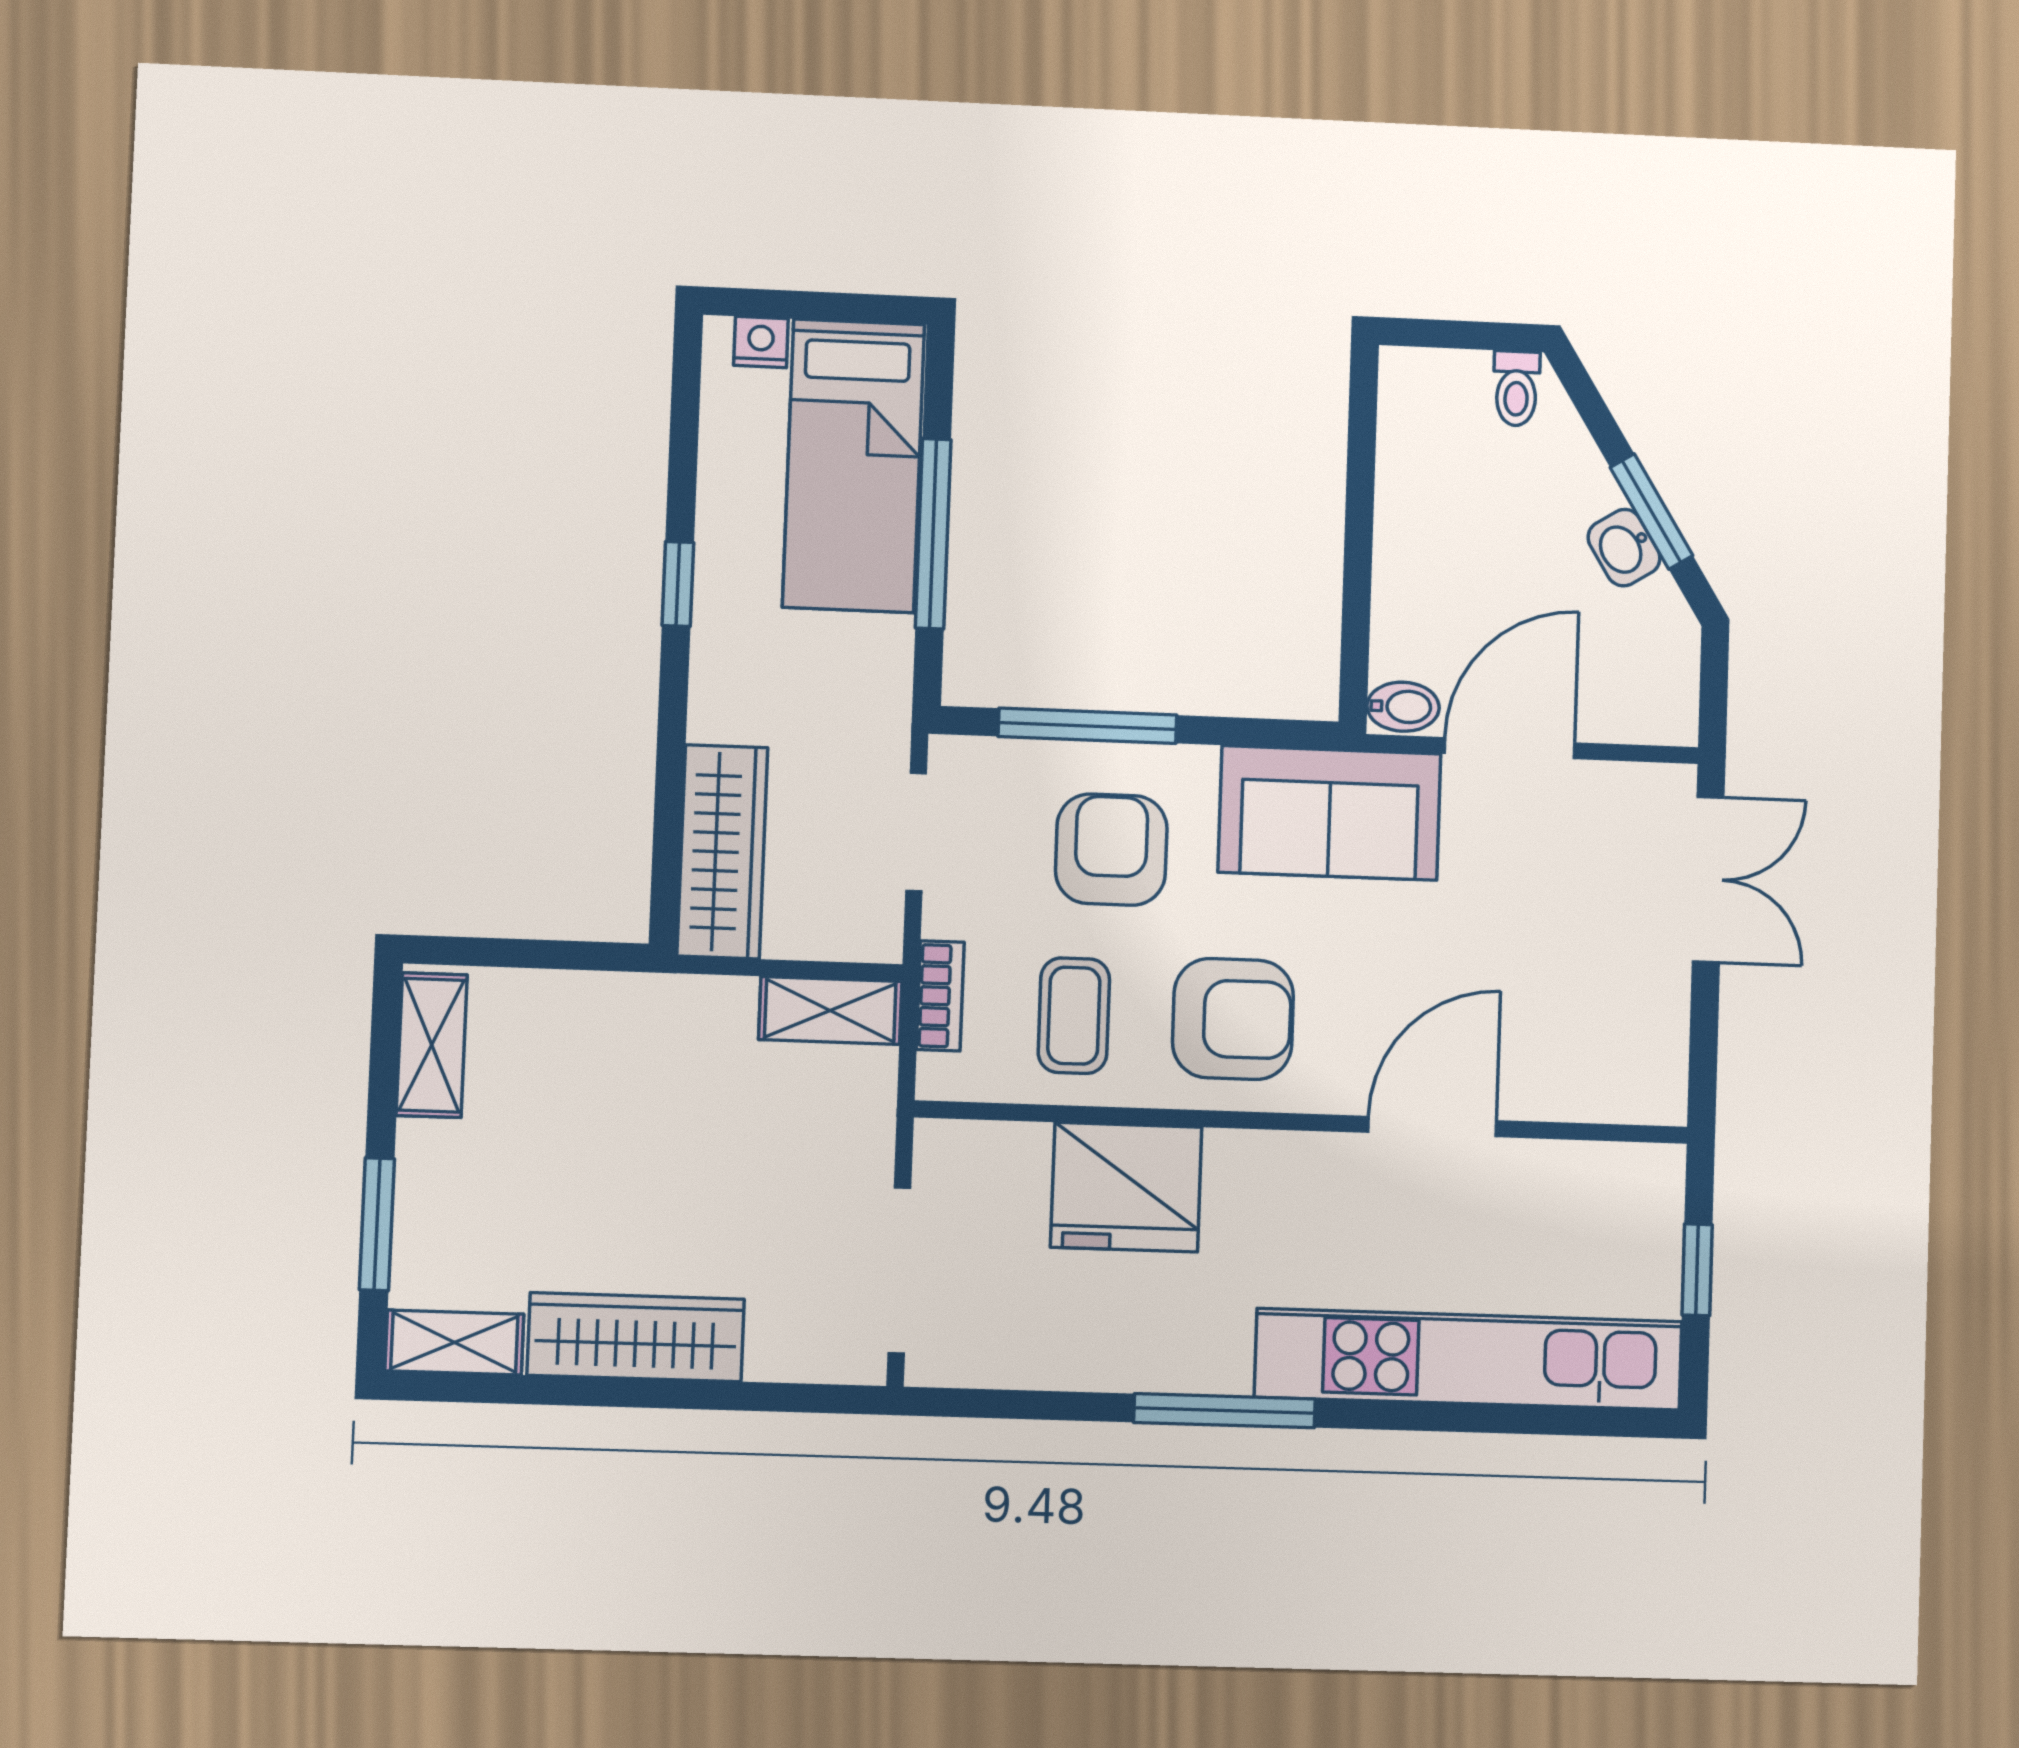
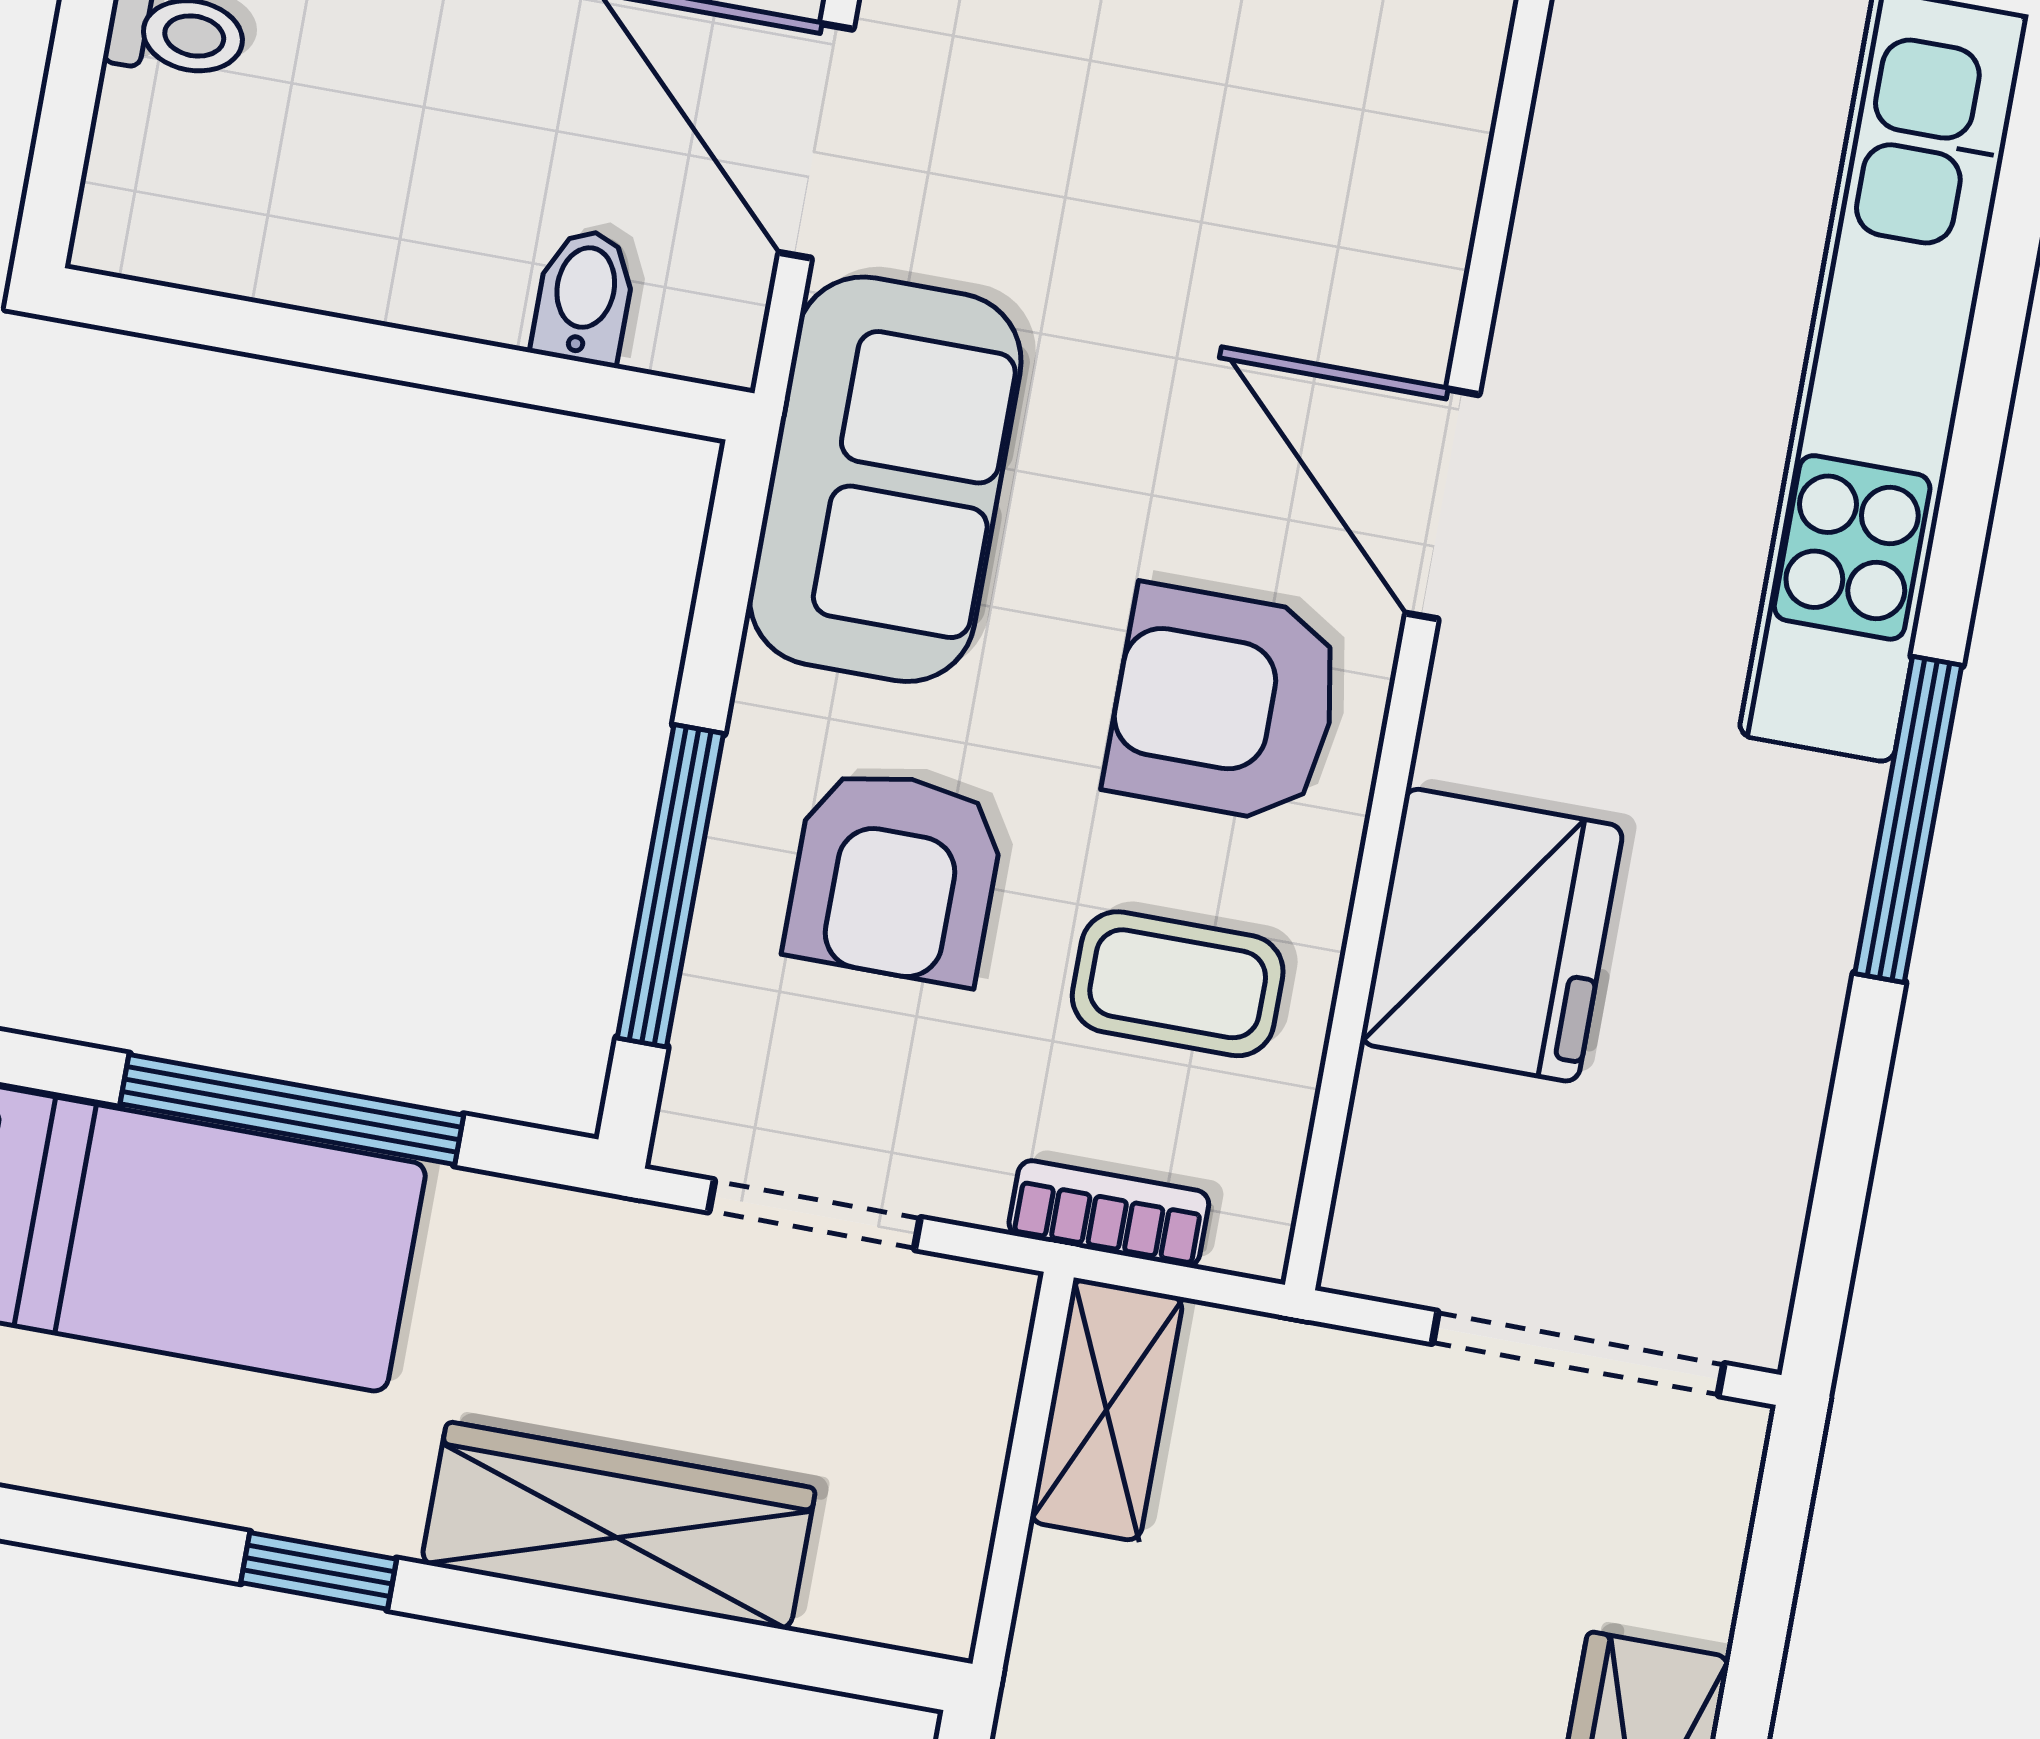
bidet: (1403, 707) -> (584, 296), moved
armchair: (1111, 850) -> (895, 876), turned -90
wardrobe: (722, 852) -> (618, 1526), moved
armchair: (1233, 1019) -> (1224, 704), turned -90
door: (1432, 1127) -> (1442, 504), moved

